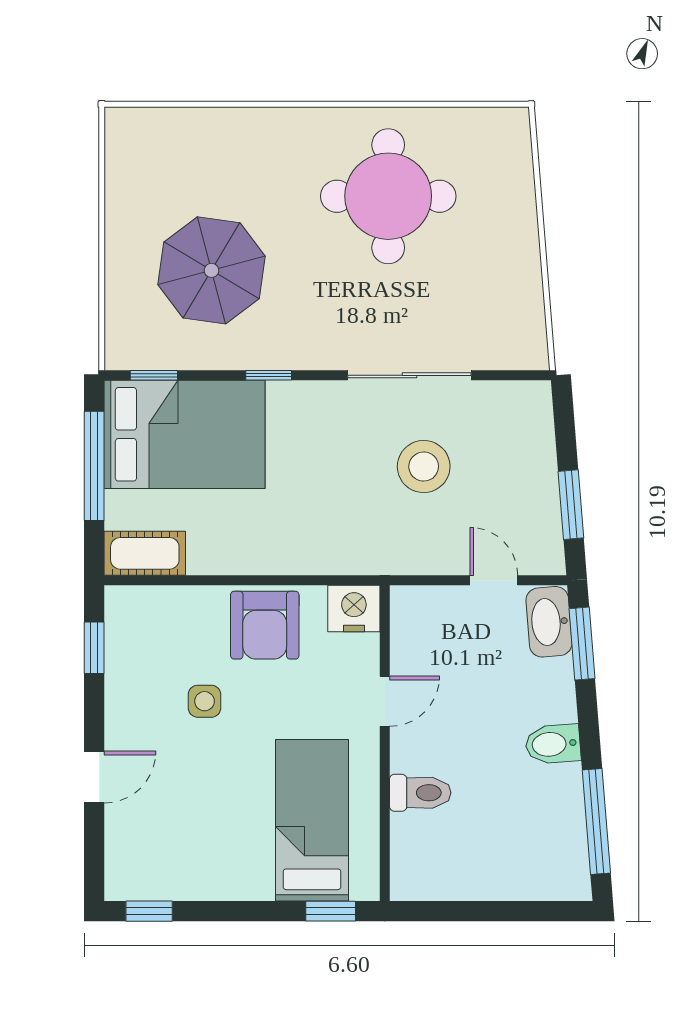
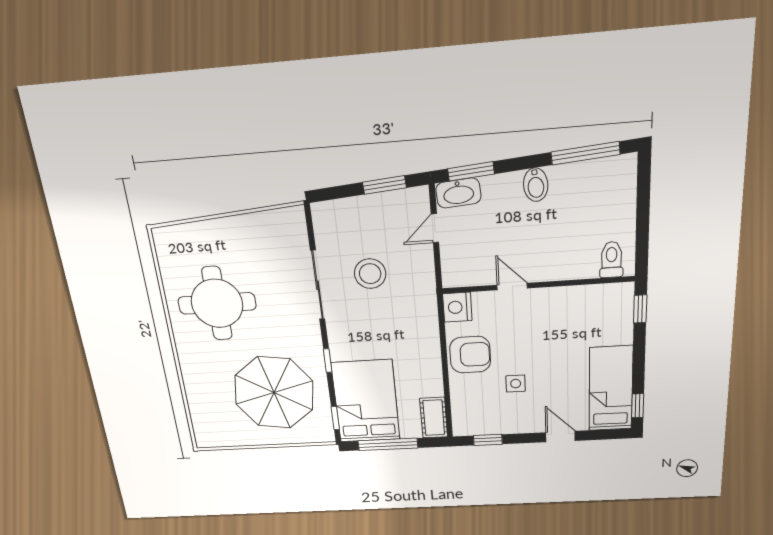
parasol: (211, 270) -> (274, 393), width x1.36, depth x1.36
toilet: (420, 793) -> (612, 260), moved
bed: (312, 820) -> (611, 389), moved, turned 90

